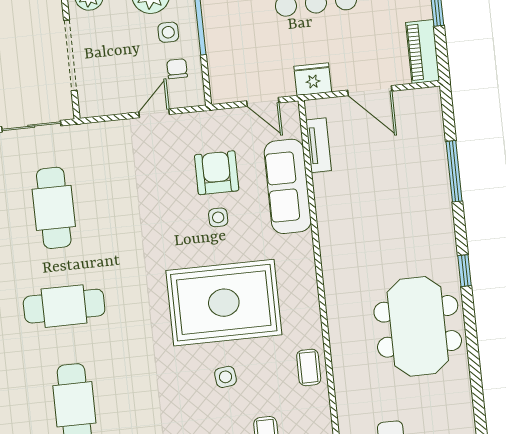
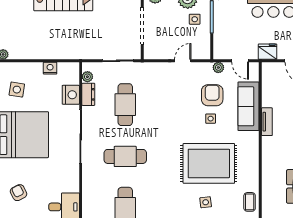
chair: (177, 69) -> (197, 39), removed
plant: (223, 119) -> (218, 67), added
tv unit: (318, 145) -> (267, 122), moved

